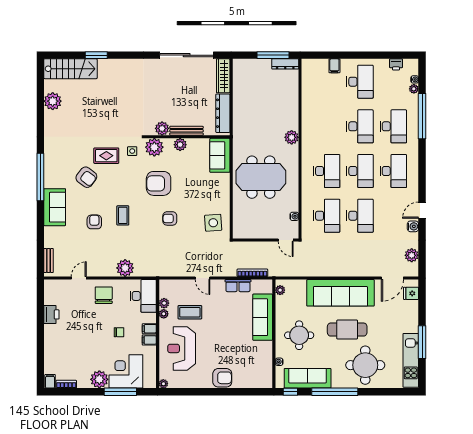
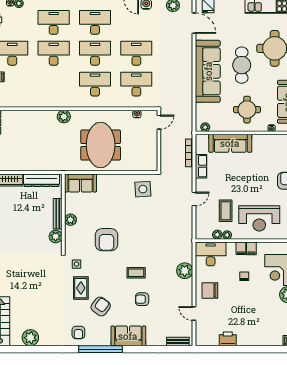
plant: (154, 147) -> (73, 244), removed
armchair: (170, 218) -> (78, 333), moved

